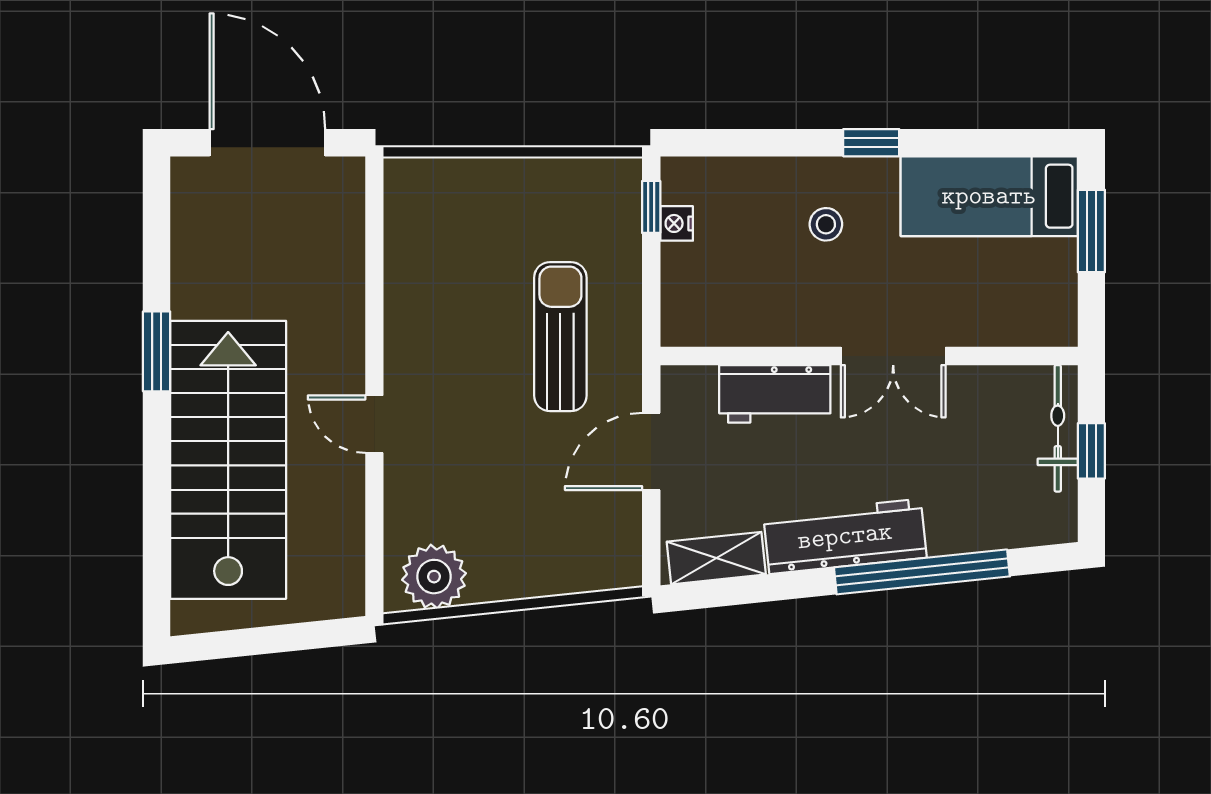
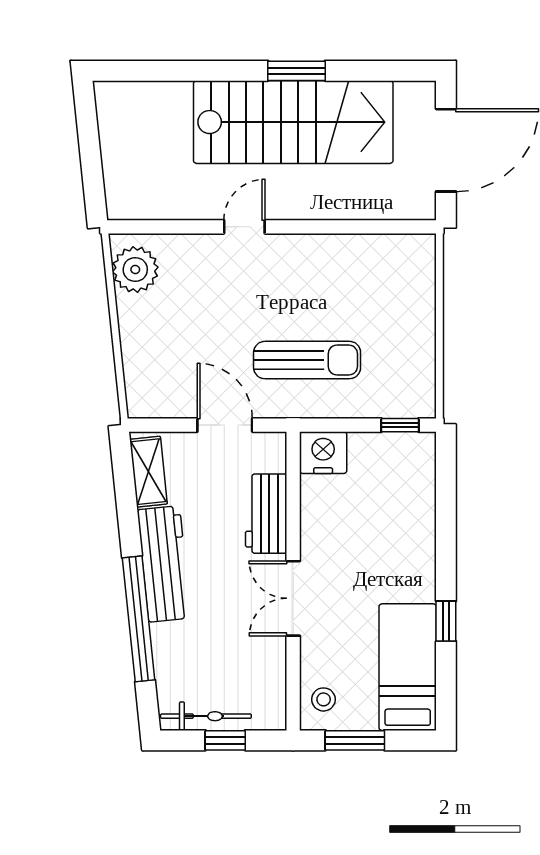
window: (871, 143) -> (446, 621), moved
nightstand: (677, 223) -> (323, 453), moved, width x1.89, depth x1.79
stool: (826, 224) -> (324, 699), moved
window: (1091, 231) -> (355, 740), moved
bicycle: (1058, 428) -> (206, 716), moved
stairs: (228, 460) -> (293, 122), moved

